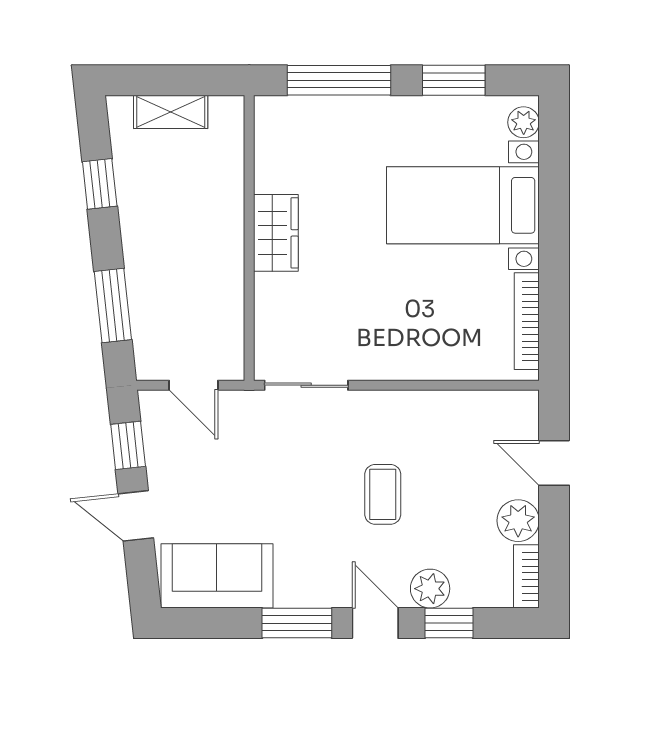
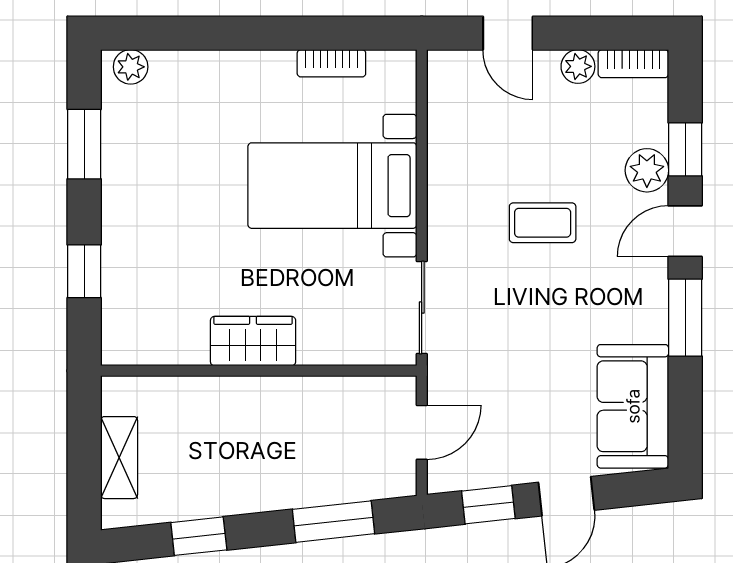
window: (339, 80) -> (84, 271), width x0.46
bed with nightstands: (463, 205) -> (332, 186), moved, turned 90
bookcase: (527, 321) -> (331, 63), width x0.64
door: (554, 463) -> (508, 33), hinge flipped
plant: (518, 521) -> (578, 66), width x0.73, depth x0.73

